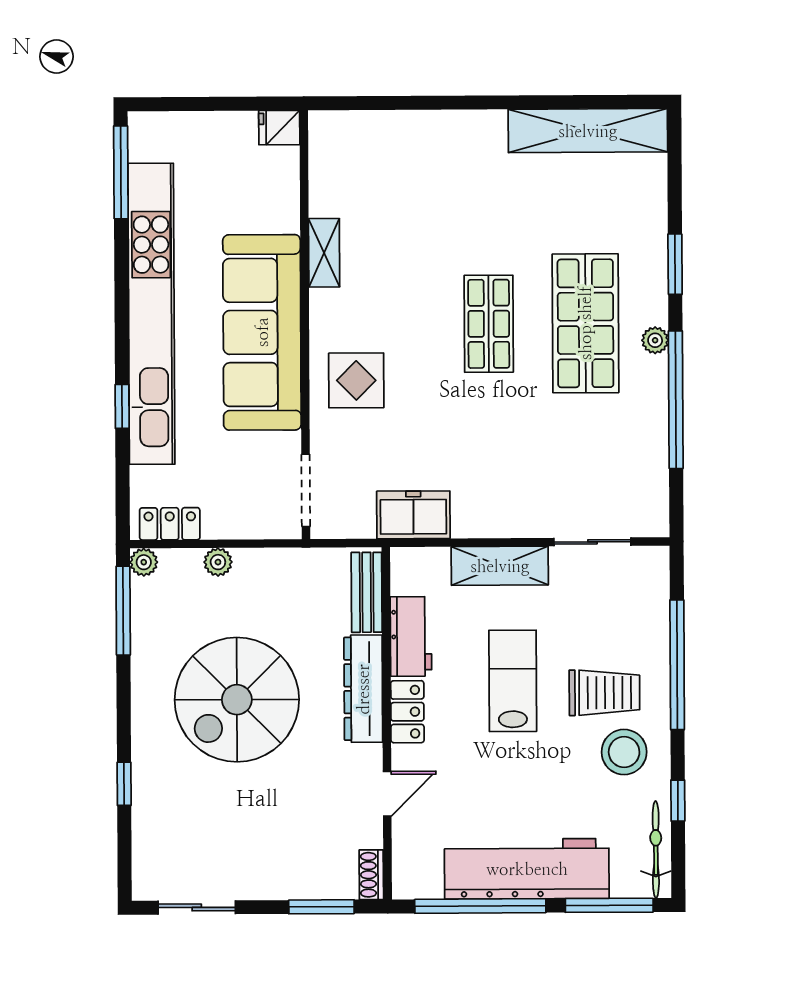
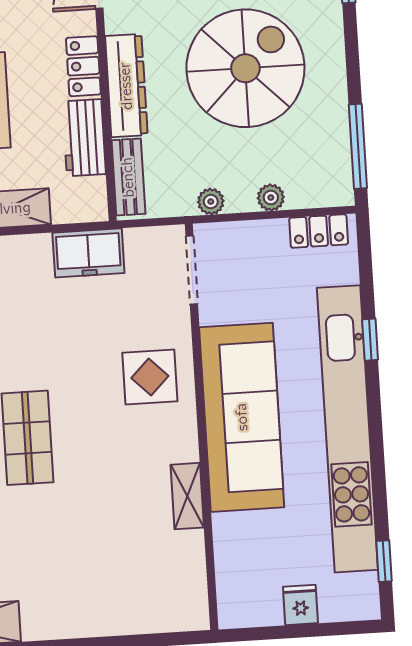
fridge: (279, 128) -> (300, 605), moved, turned -90
window: (121, 172) -> (384, 561), width x0.46
plant: (144, 562) -> (211, 202), moved

